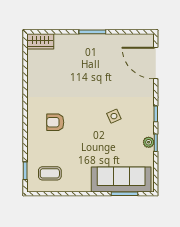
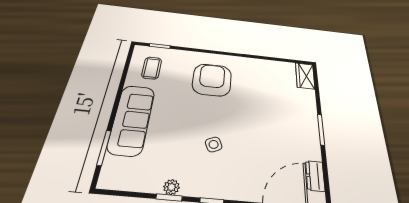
dresser: (131, 40) -> (315, 176), added
armchair: (55, 122) -> (212, 80), width x1.88, depth x1.88
sofa: (121, 179) -> (132, 119), moved

